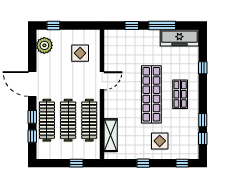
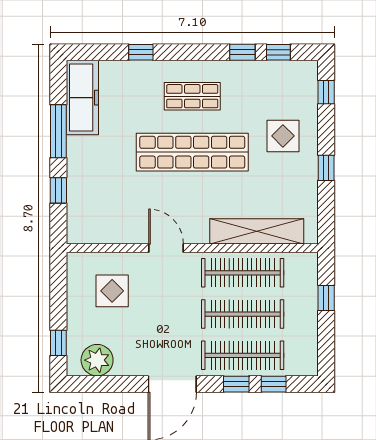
shelving: (111, 135) -> (257, 231), width x1.47

